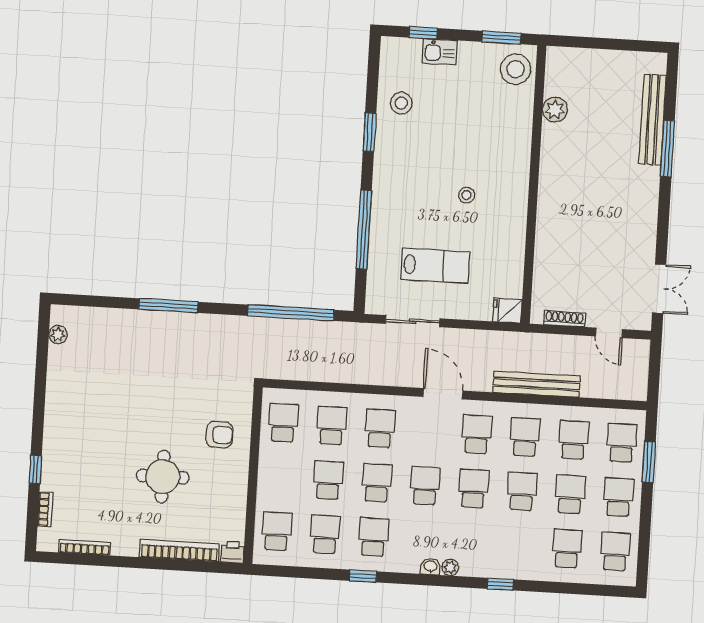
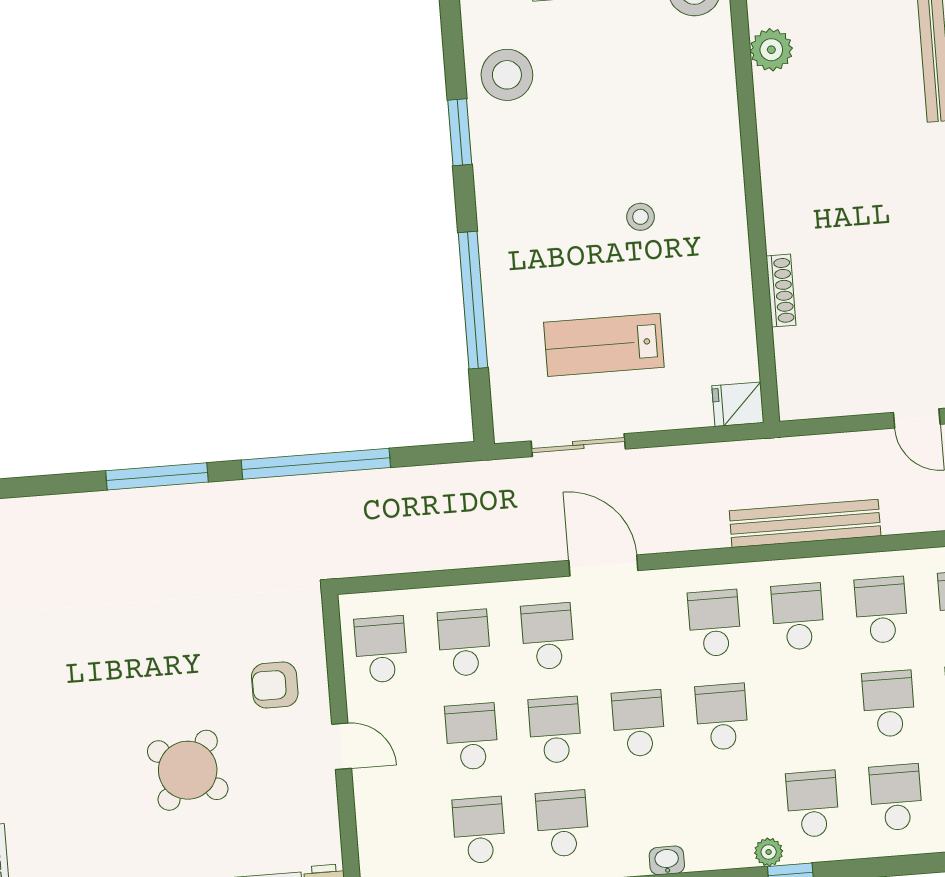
stool: (401, 103) -> (507, 75), width x1.38, depth x1.38
lab bench: (435, 266) -> (604, 345), turned 180
window: (291, 313) -> (316, 464), moved
shoe rack: (564, 319) -> (781, 291), moved, turned 90
door: (443, 394) -> (603, 566), moved
armchair: (219, 435) -> (275, 685), turned 180
door: (253, 475) -> (342, 746), added
round table: (163, 477) -> (188, 770), turned 37
school desk: (522, 491) -> (813, 804), moved
school desk: (277, 531) -> (396, 837), removed
plant: (450, 567) -> (769, 852), moved

